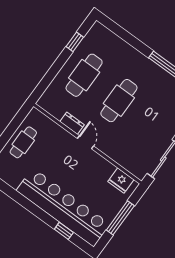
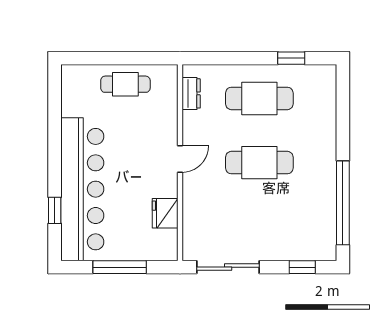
dresser: (72, 123) -> (191, 93), moved
fridge: (121, 181) -> (165, 213), moved

